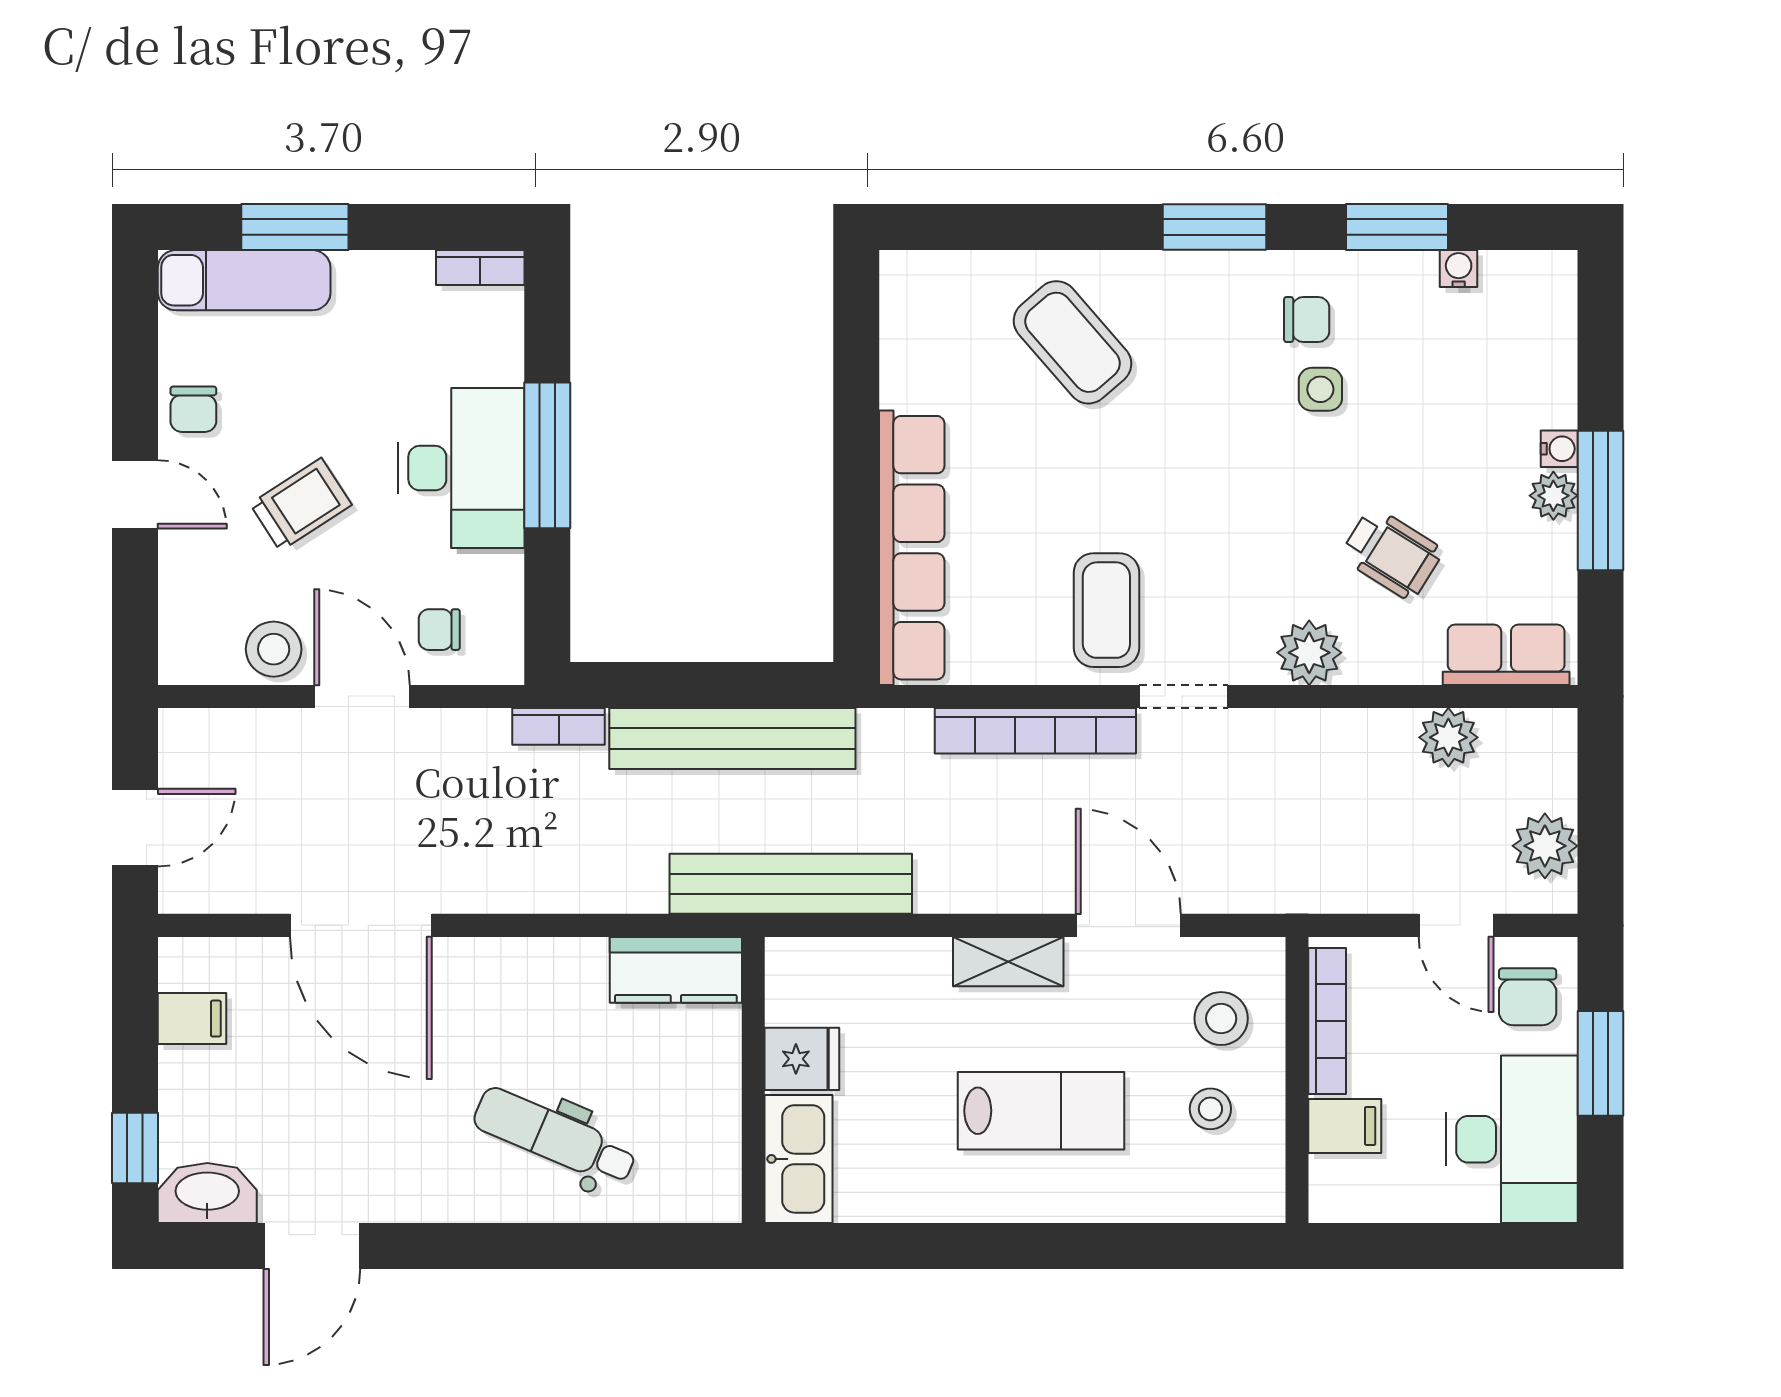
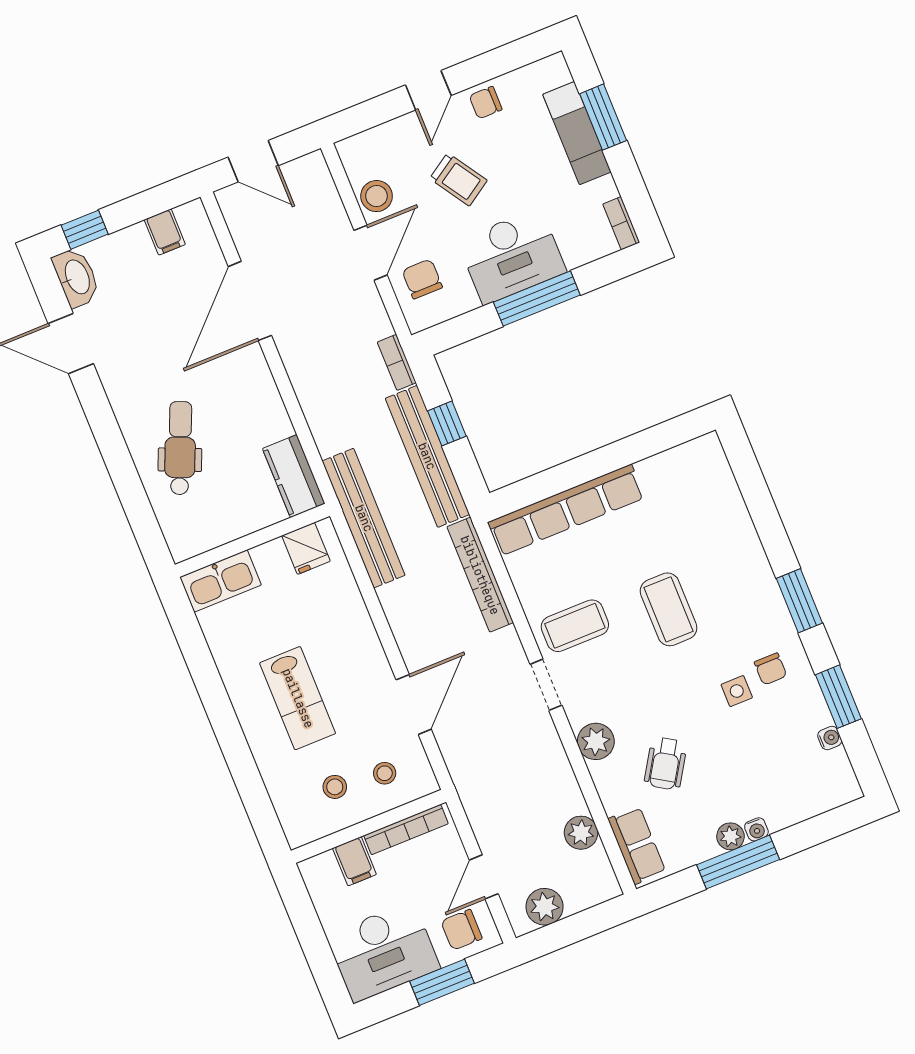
exam couch: (244, 280) -> (577, 133), moved
coffee table: (1073, 342) -> (669, 609), moved, turned -49
chair: (439, 630) -> (422, 279), width x1.37, depth x1.37
window: (691, 685) -> (447, 423), added
bookcase: (1035, 731) -> (480, 575), moved
shelving: (1008, 962) -> (369, 649), removed
stool: (1221, 1019) -> (385, 773), width x0.73, depth x0.73
fridge: (802, 1059) -> (306, 548), moved

